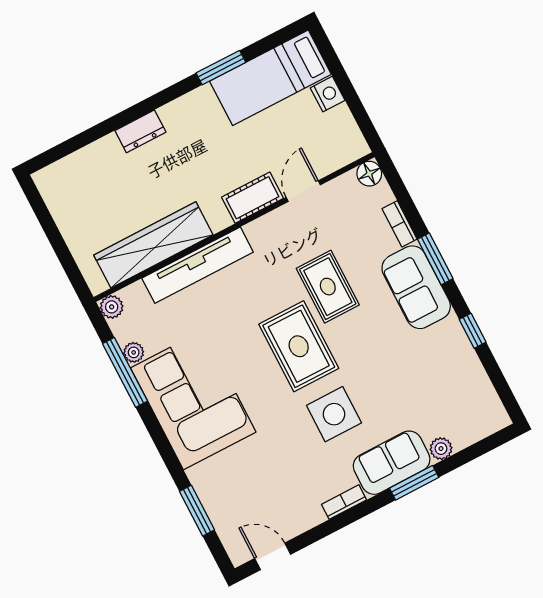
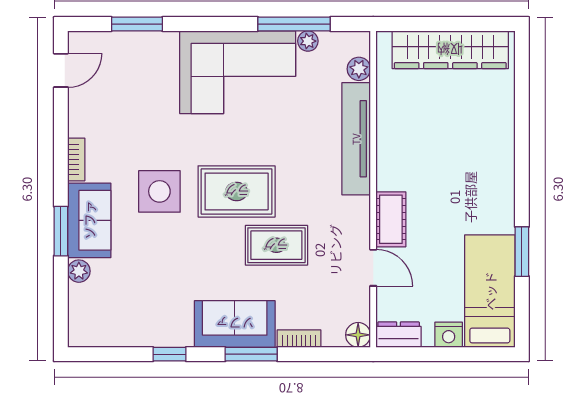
dresser: (140, 131) -> (399, 335), moved, turned 90
wardrobe: (153, 245) -> (450, 50), moved, turned 90
plant: (112, 307) -> (359, 69), moved

